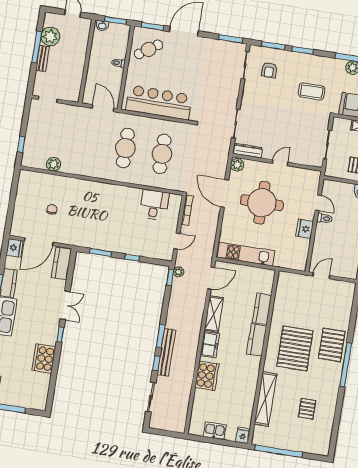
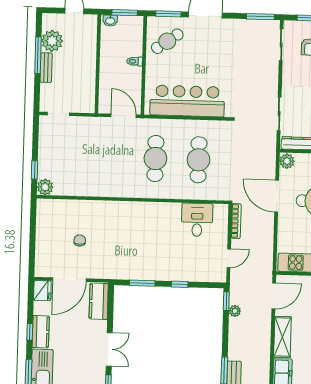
plant: (54, 164) -> (45, 187), moved
plant: (179, 272) -> (235, 311), moved

